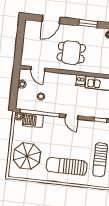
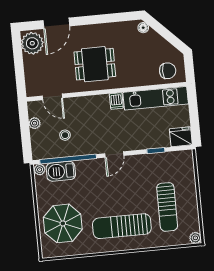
window: (88, 24) -> (110, 18), removed
plant: (32, 30) -> (32, 43), added
door: (72, 117) -> (114, 155), hinge flipped

